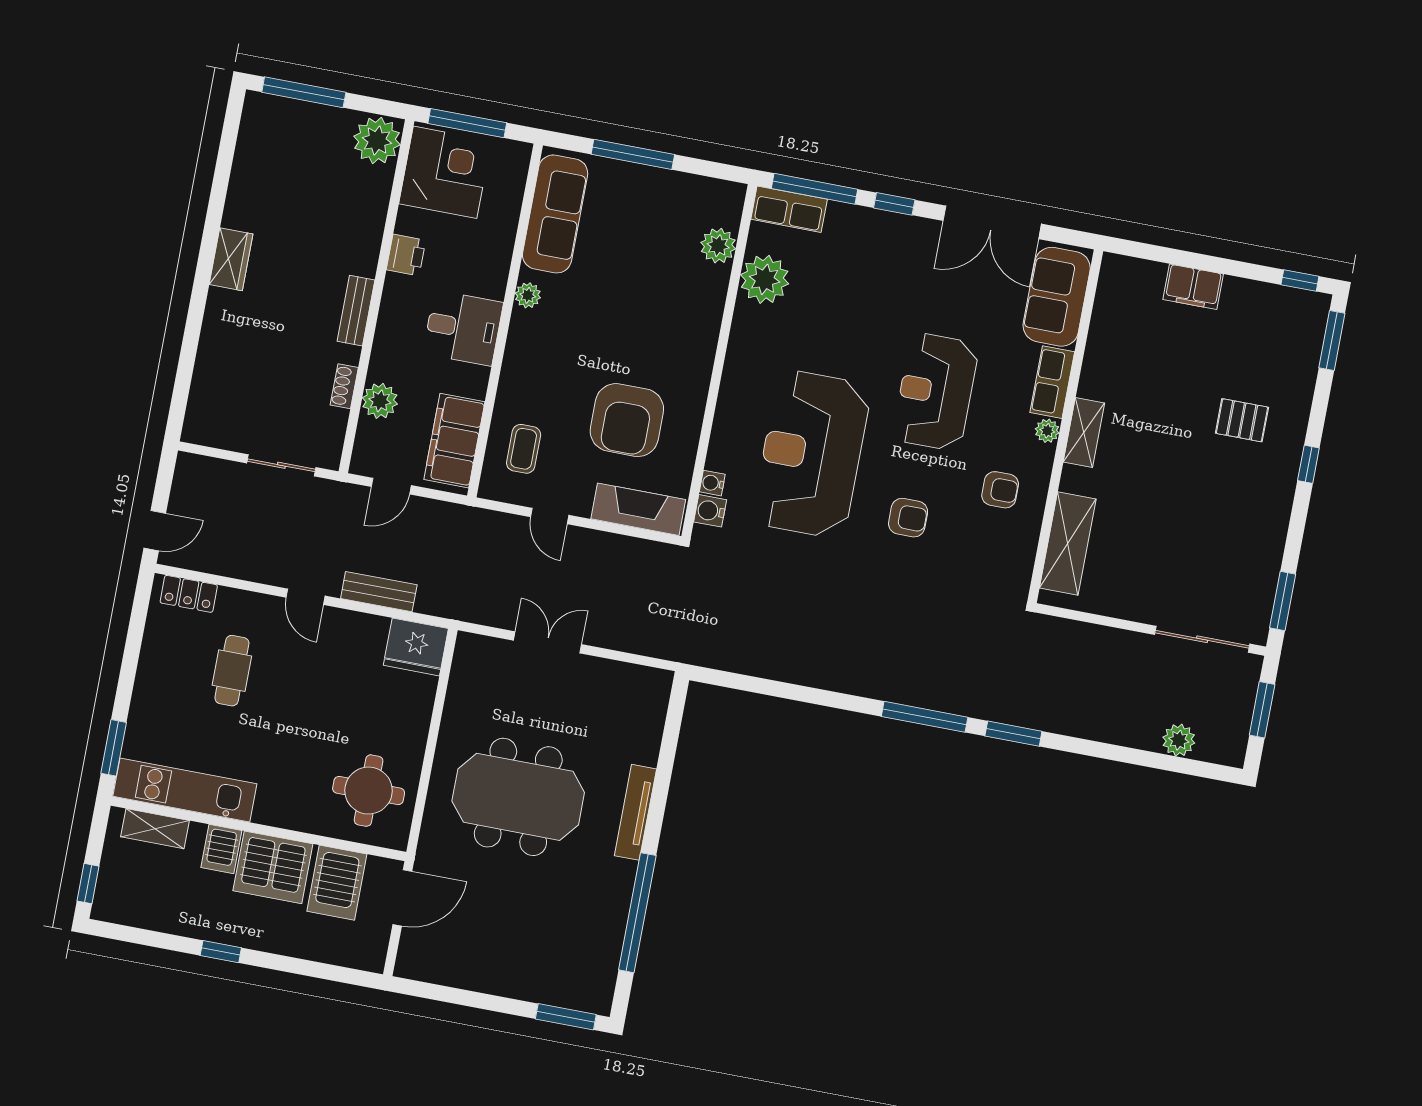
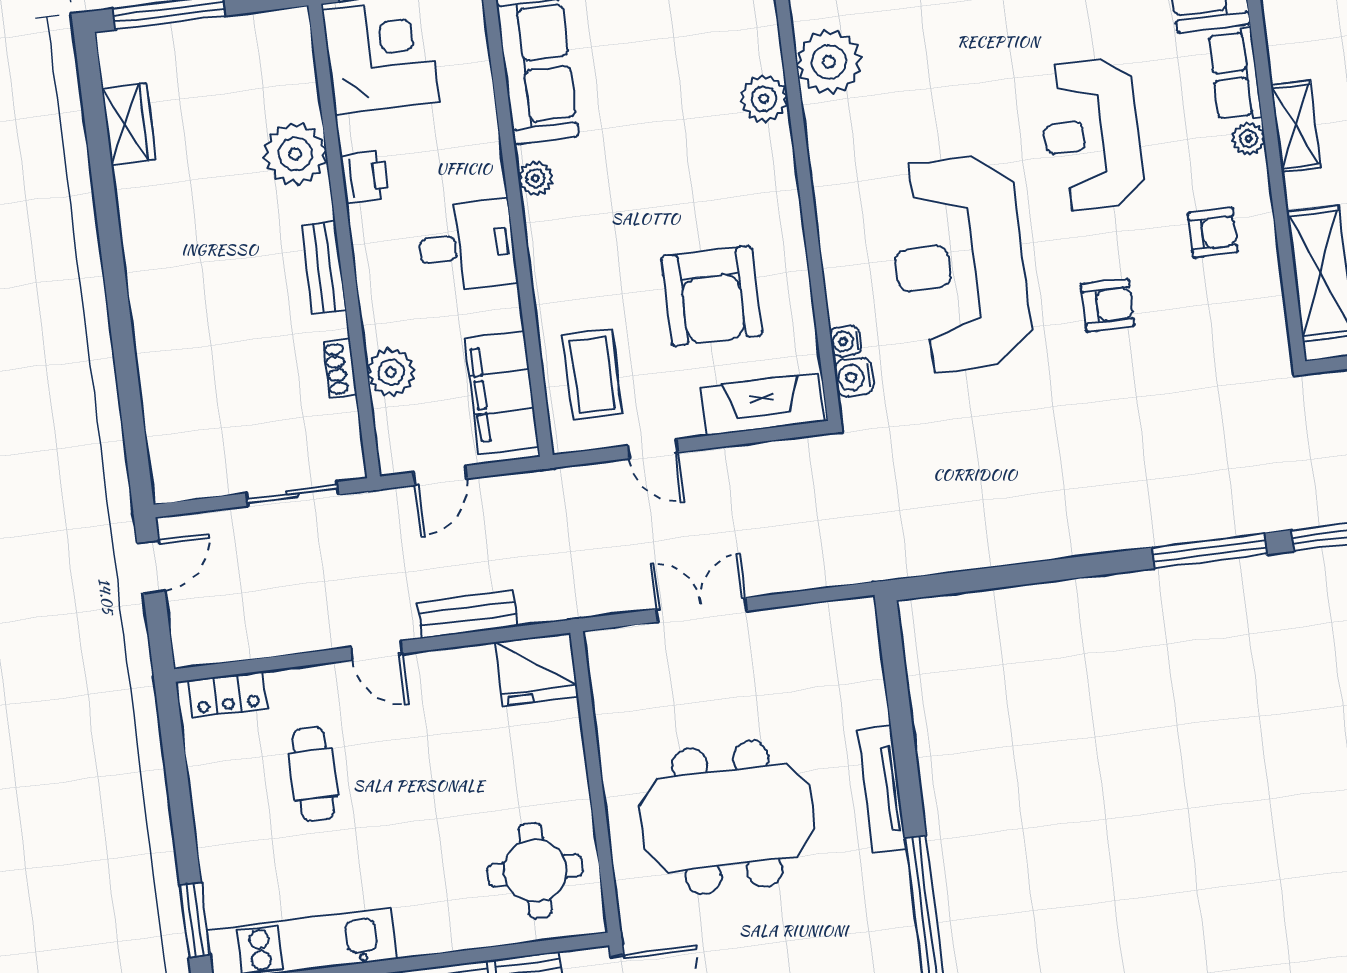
plant: (377, 140) -> (295, 154), moved
plant: (718, 246) -> (764, 99), moved
wardrobe: (231, 259) -> (129, 124), moved
coffee table: (524, 449) -> (593, 374), width x1.36, depth x1.30
door: (155, 531) -> (151, 567), moved

